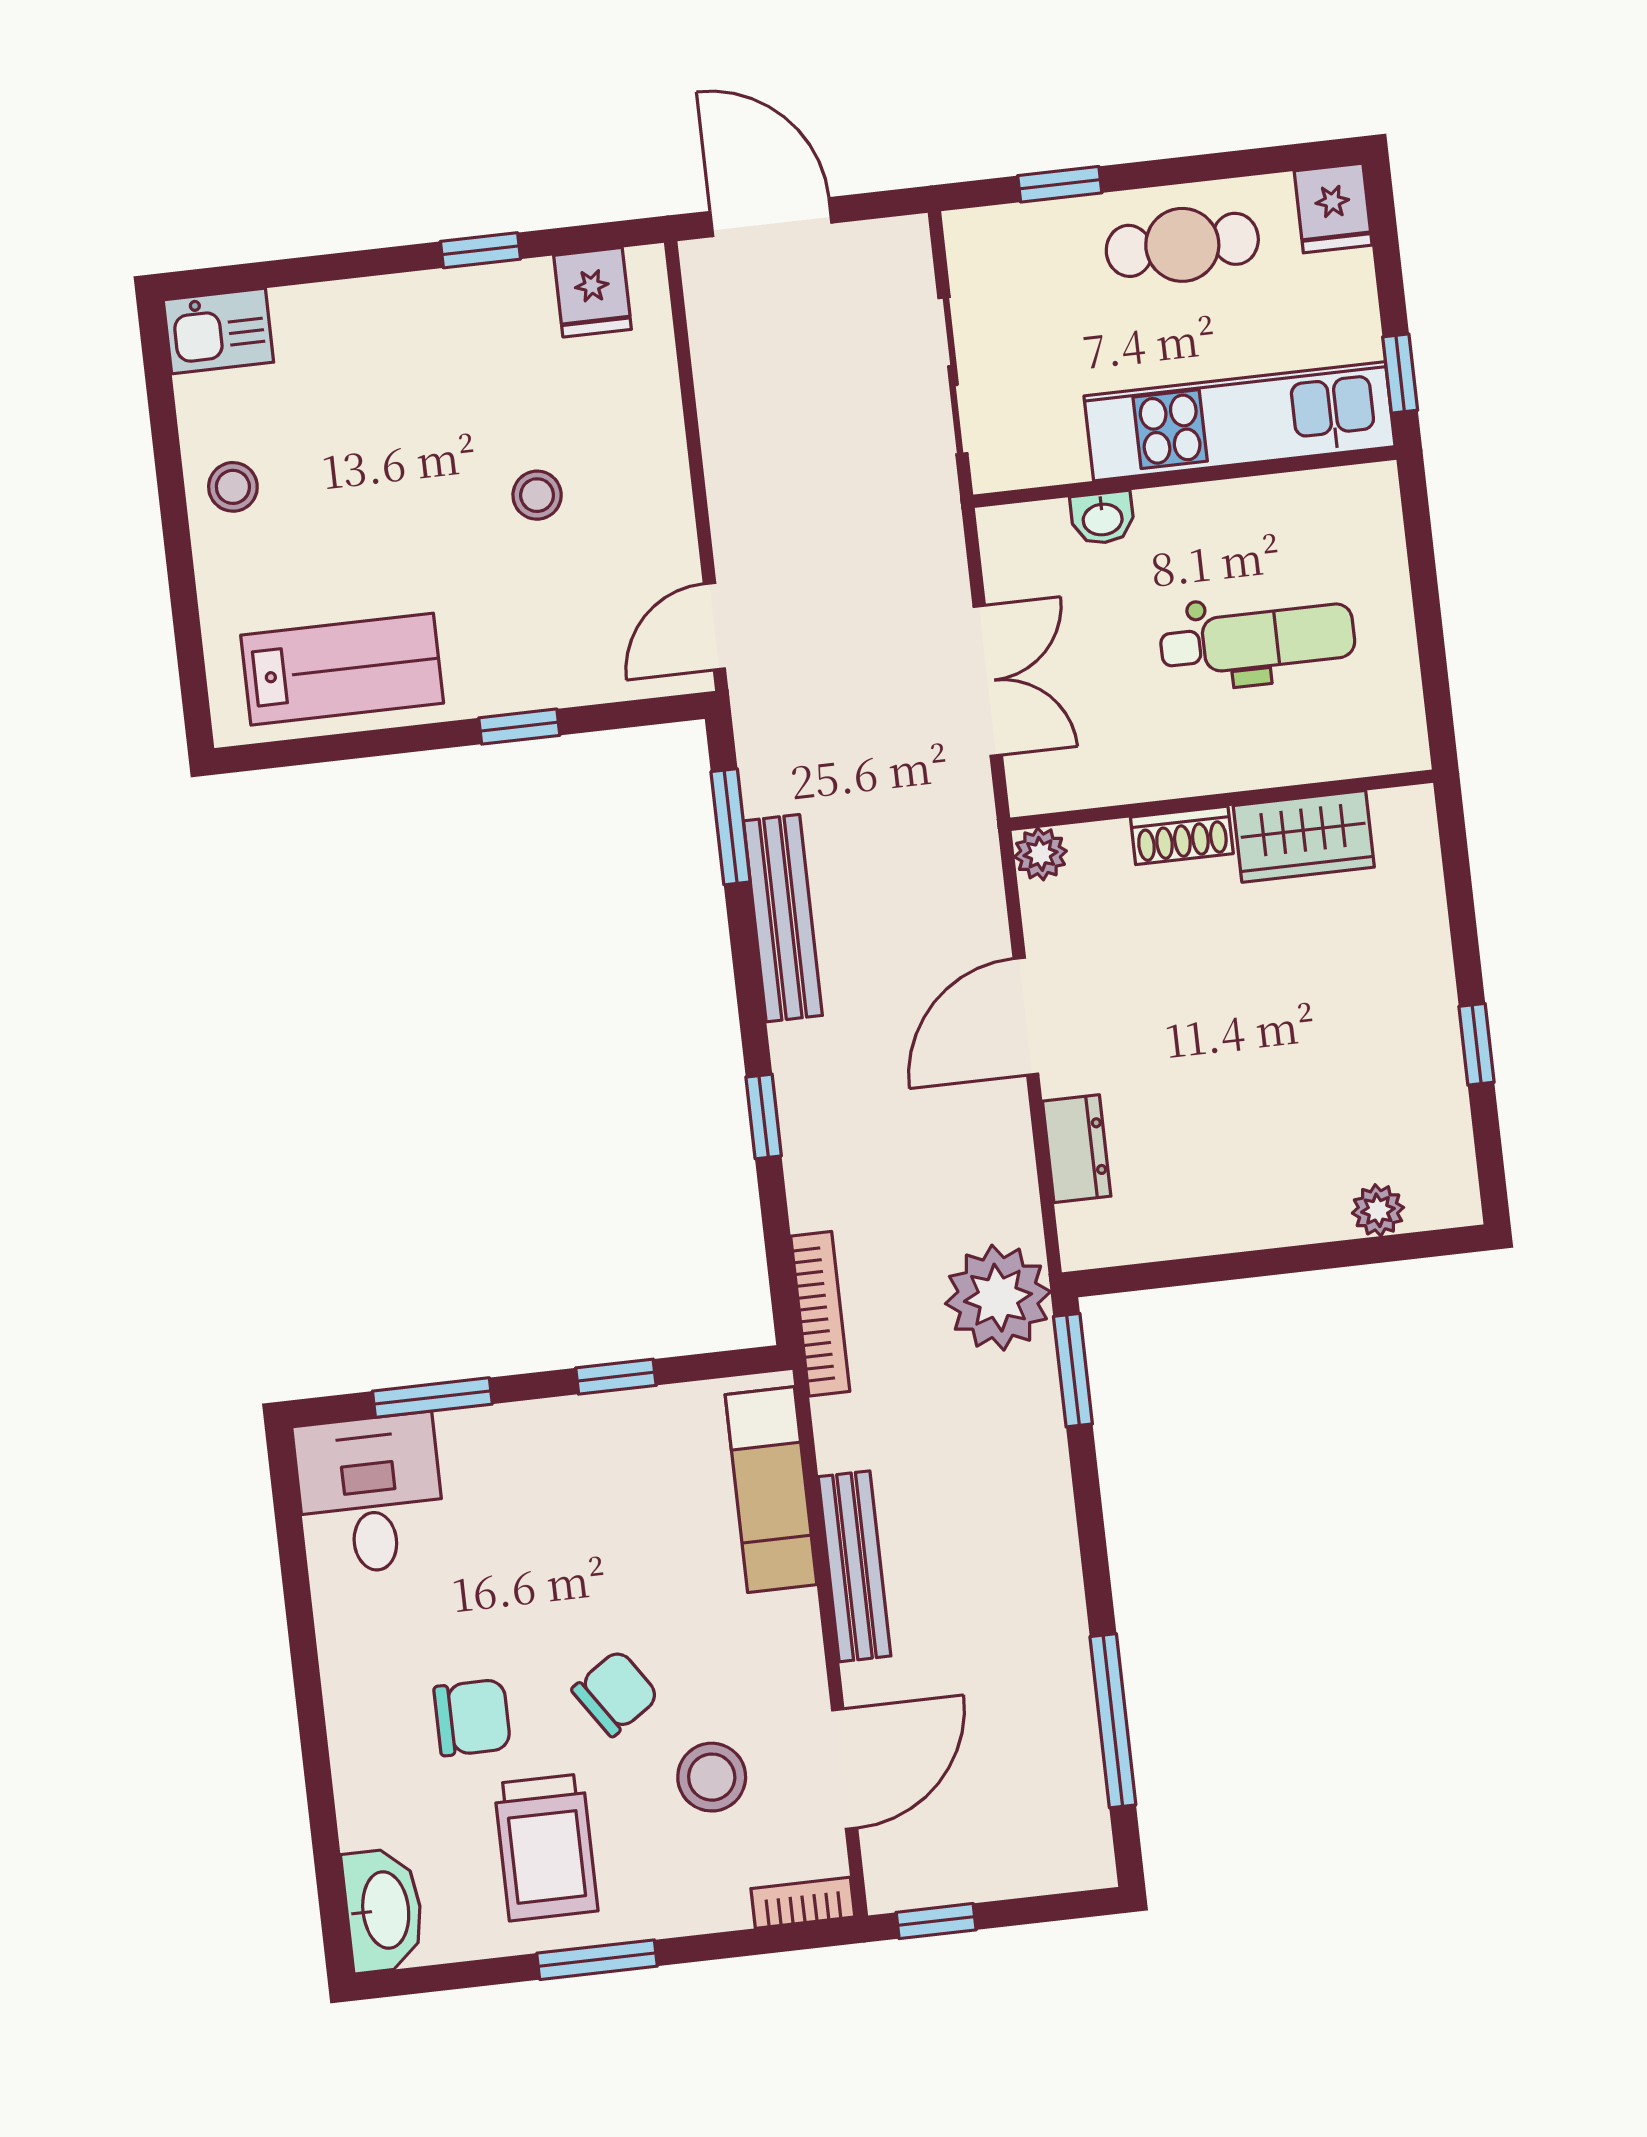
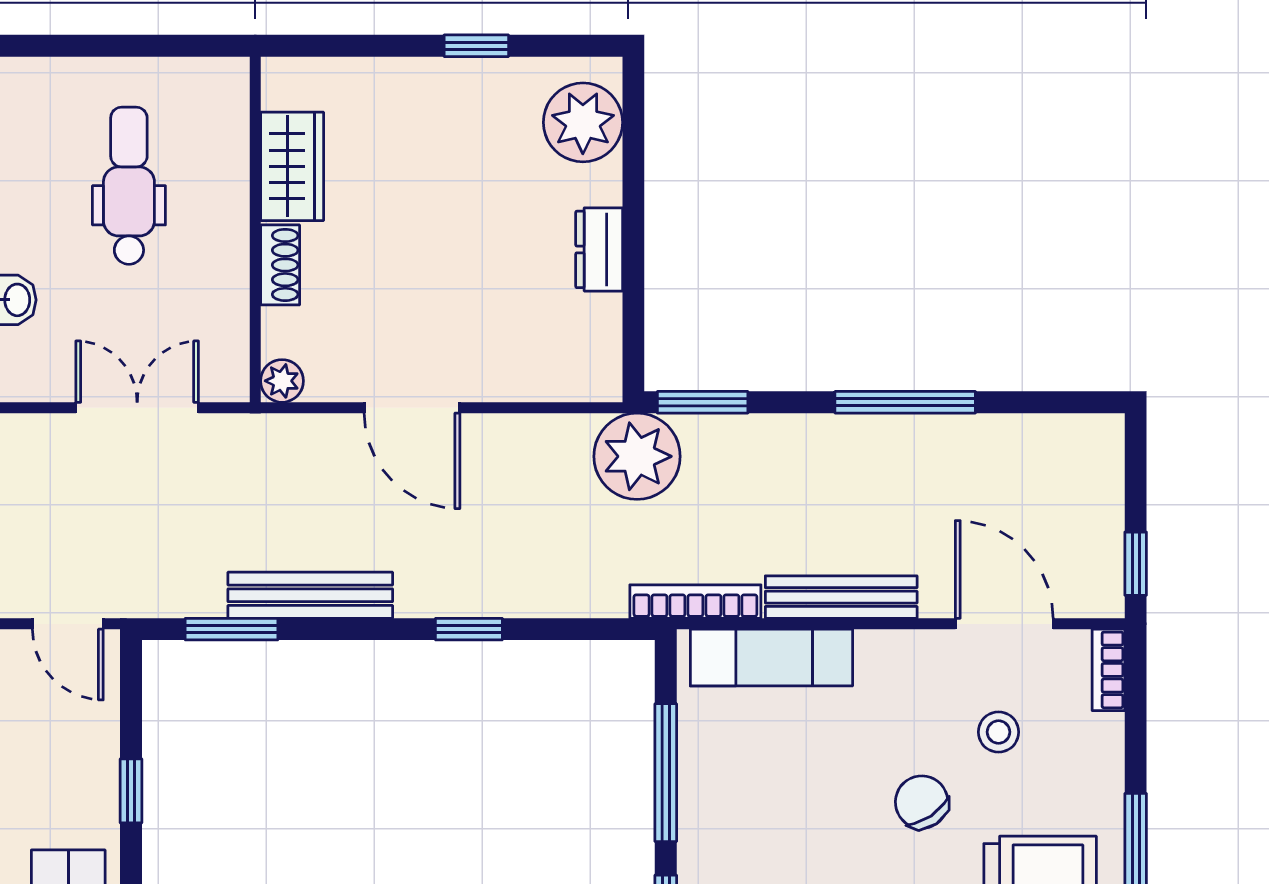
dresser: (1077, 1149) -> (599, 249), moved, turned -90
plant: (1378, 1210) -> (583, 122), width x1.88, depth x1.88
bookcase: (820, 1314) -> (695, 602), moved
window: (616, 1377) -> (666, 773), width x2.17
window: (1113, 1721) -> (905, 402), moved
stool: (712, 1777) -> (999, 732), width x0.73, depth x0.73

